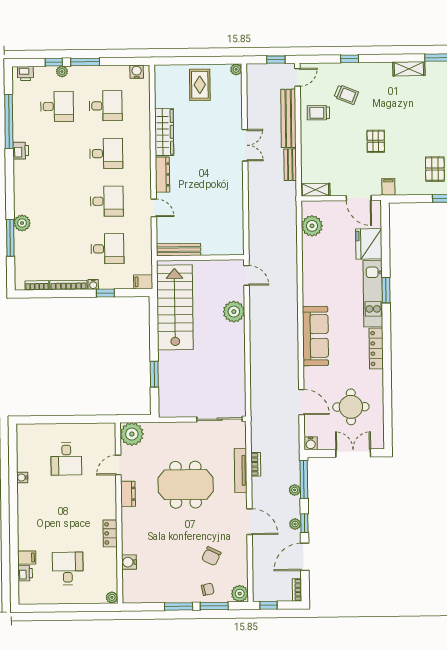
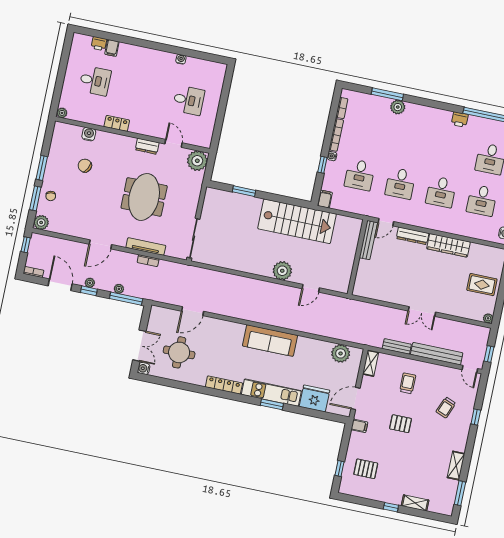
trolley: (318, 113) -> (408, 383), moved
bench: (179, 250) -> (368, 240), moved
wall: (200, 258) -> (357, 257), moved
sofa: (315, 336) -> (270, 341), moved
water cooler: (311, 443) -> (144, 368), moved
desk: (66, 459) -> (189, 100), turned 180
chair: (211, 556) -> (85, 166), moved

